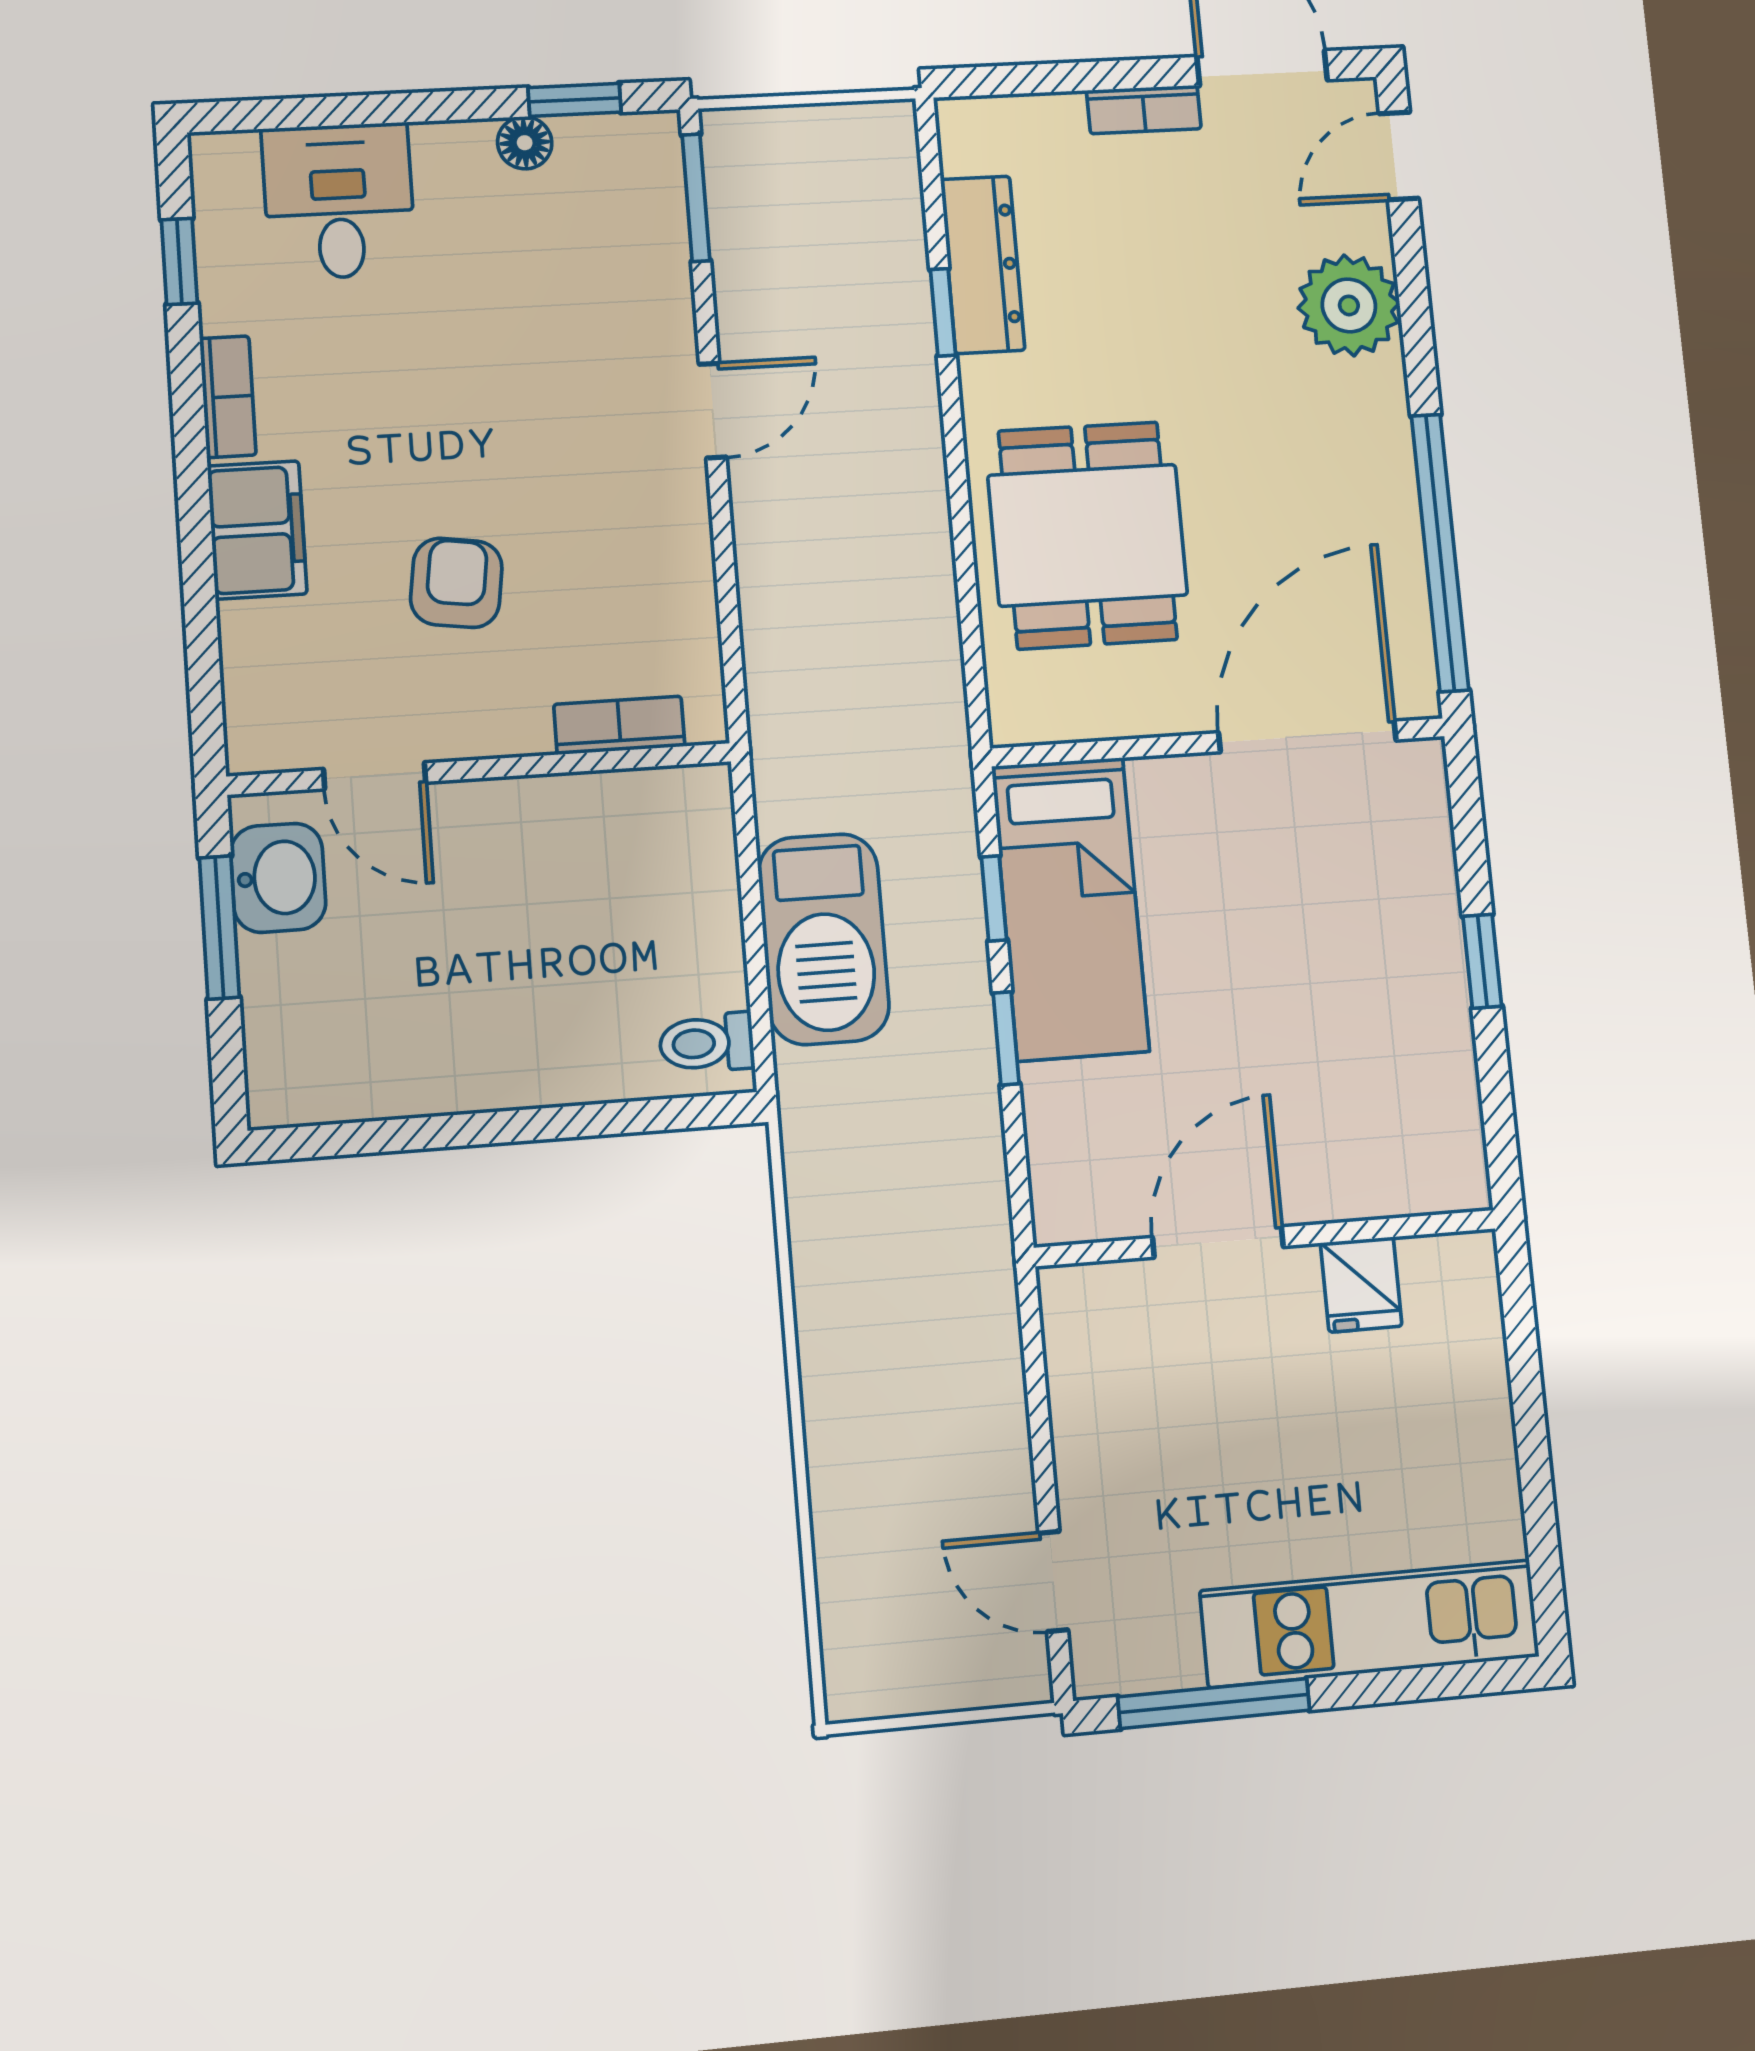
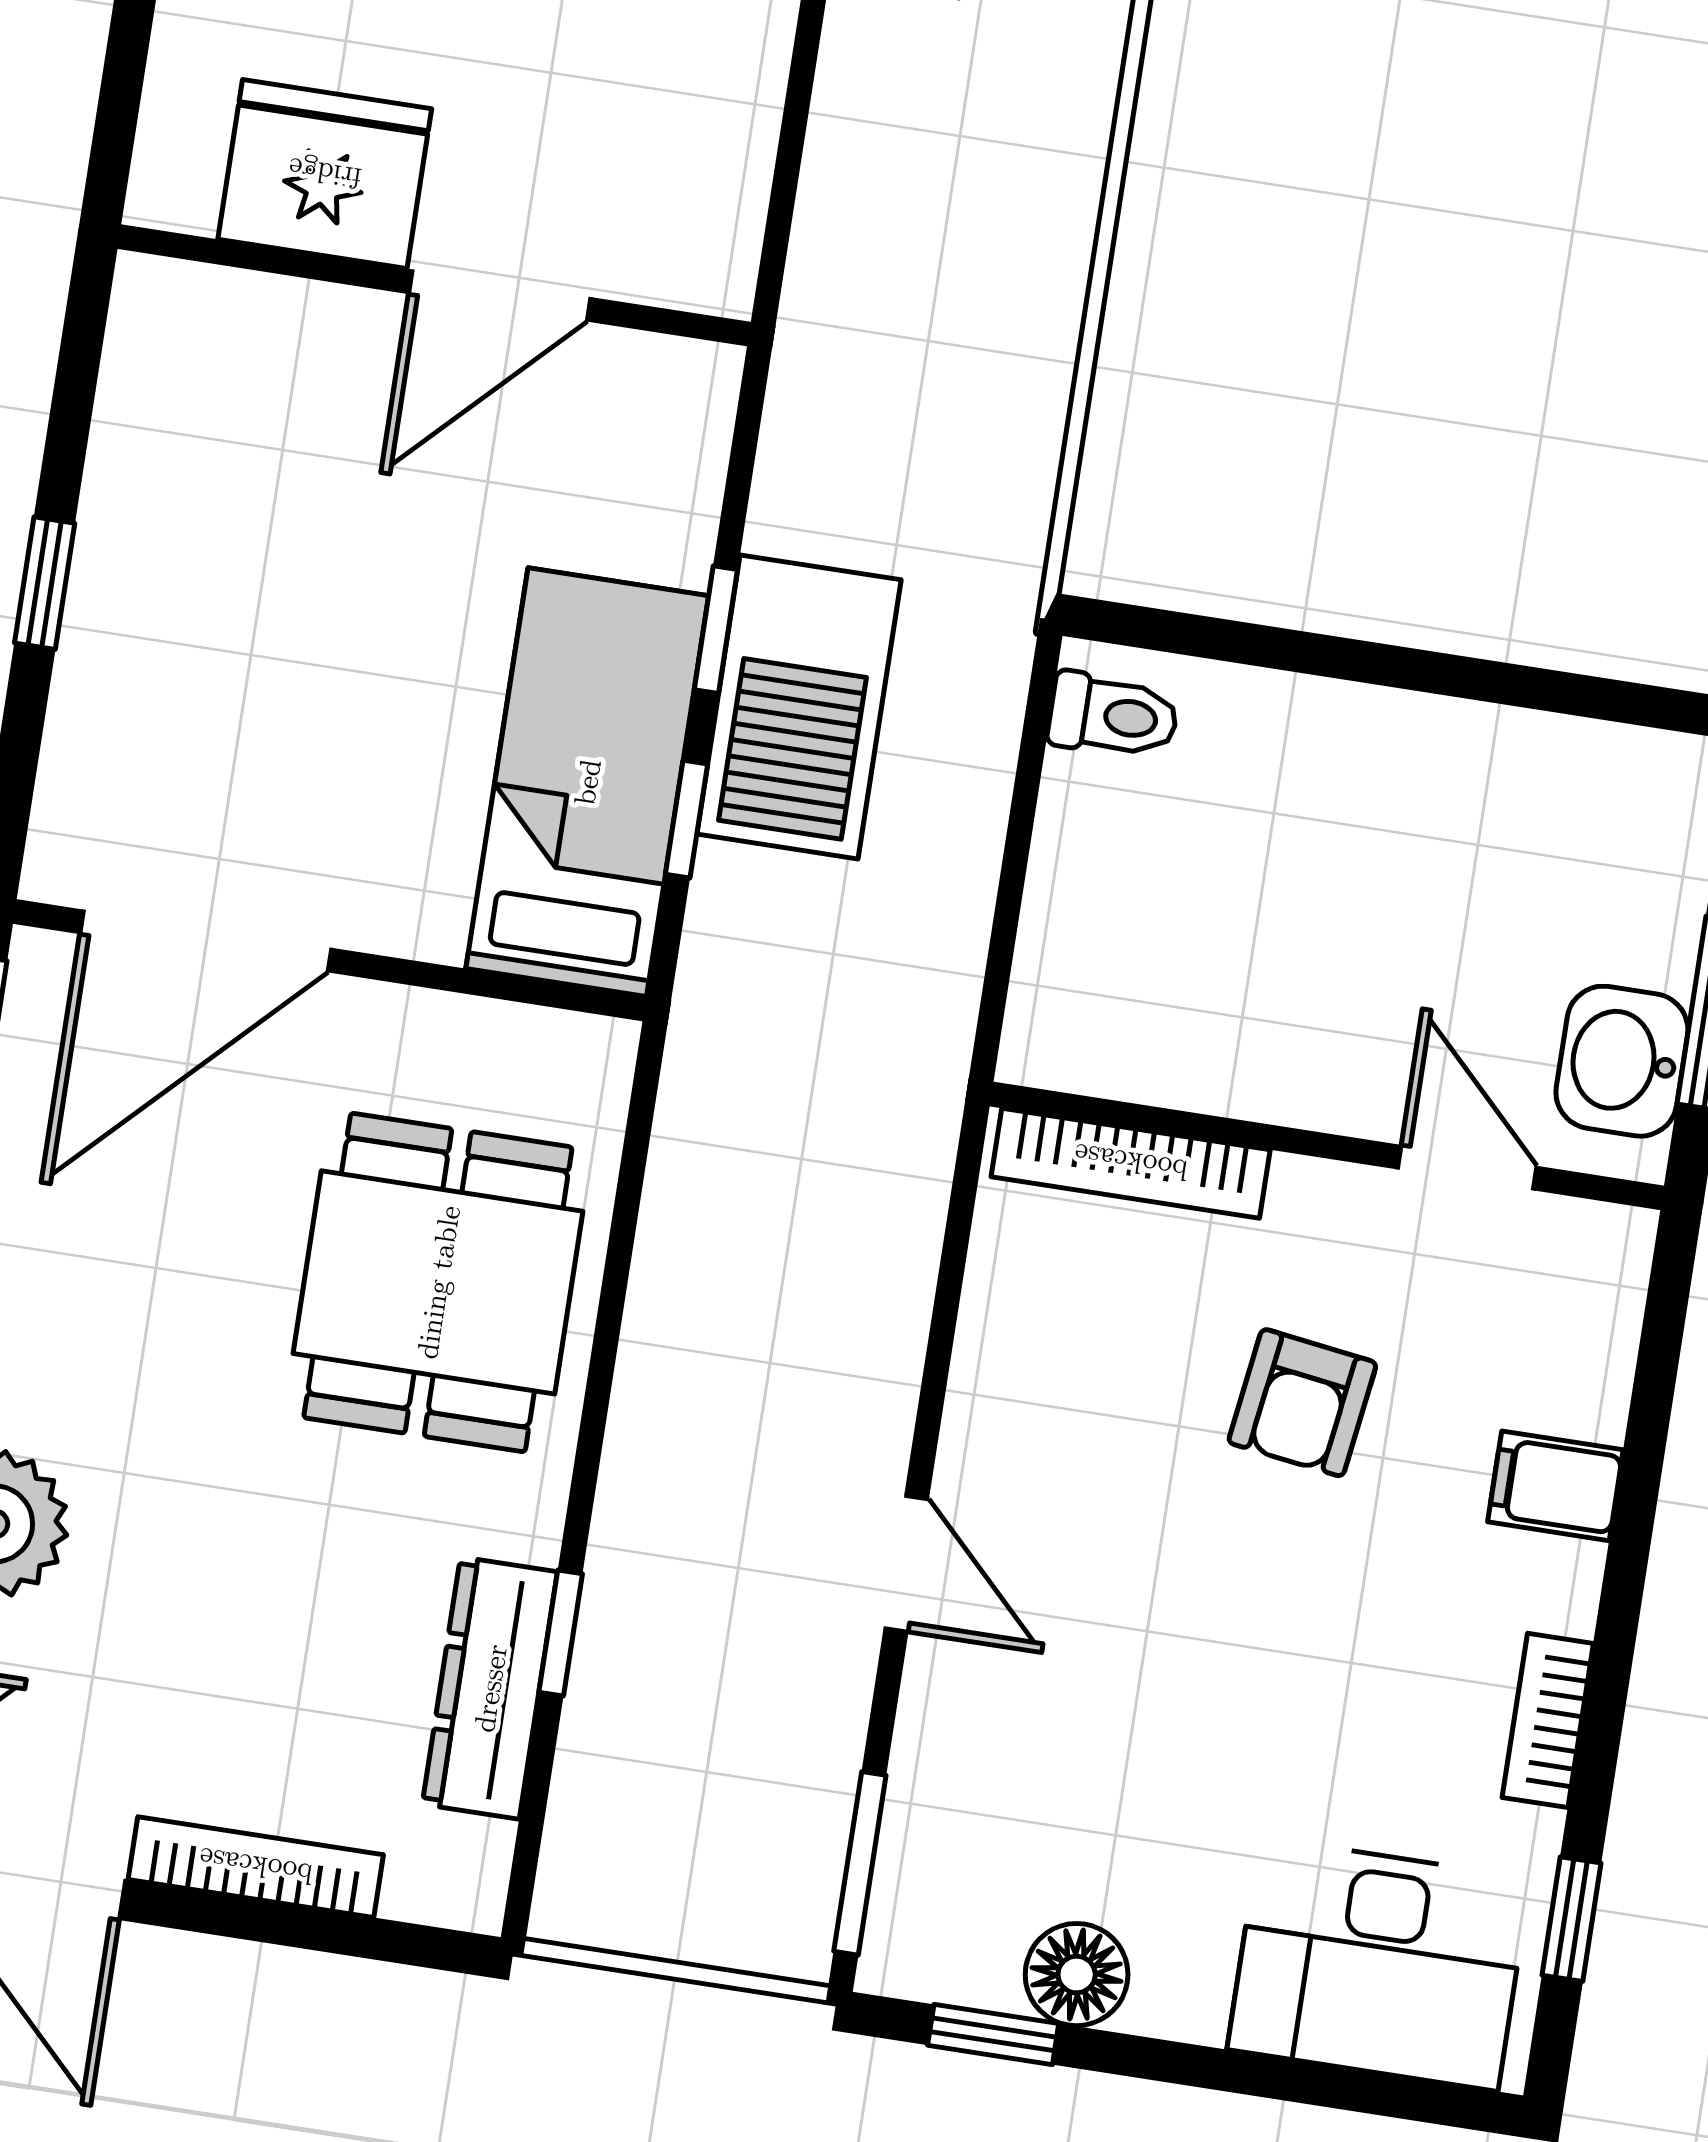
bookcase: (1144, 110) -> (256, 1867), width x1.56
floor lamp: (525, 143) -> (1077, 1975), width x1.37, depth x1.37
desk: (339, 201) -> (1379, 1964), width x1.37
door: (713, 411) -> (906, 1564), swing flipped
filing cabinet: (257, 530) -> (1555, 1486), width x0.50
bookcase: (619, 725) -> (1131, 1163), width x1.56
barbecue: (824, 939) -> (799, 707), moved, turned 180
fridge: (1361, 1284) -> (325, 174), width x1.88, depth x1.34

